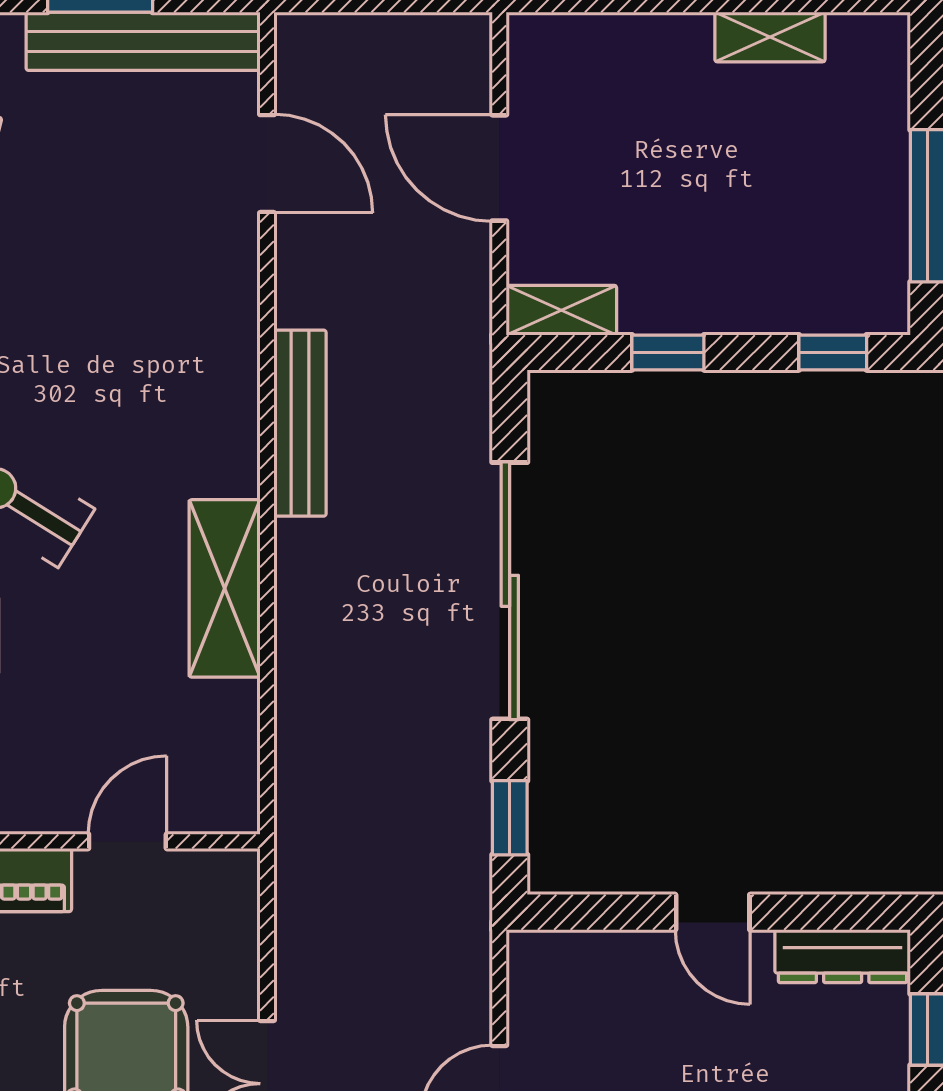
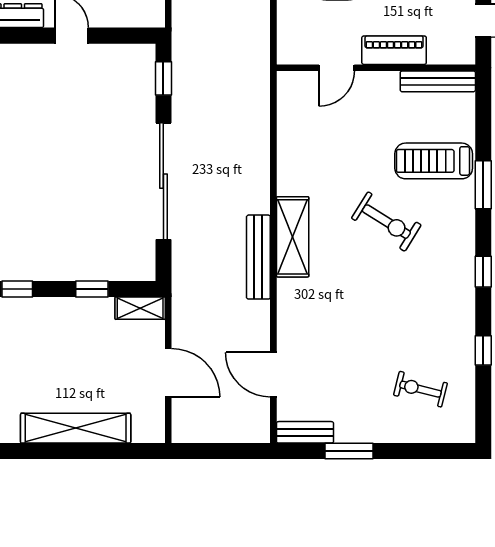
shelving: (770, 37) -> (76, 428), width x2.20, depth x1.33
bench: (143, 41) -> (305, 432), width x0.54, depth x0.82
shelving: (225, 588) -> (293, 237), moved

